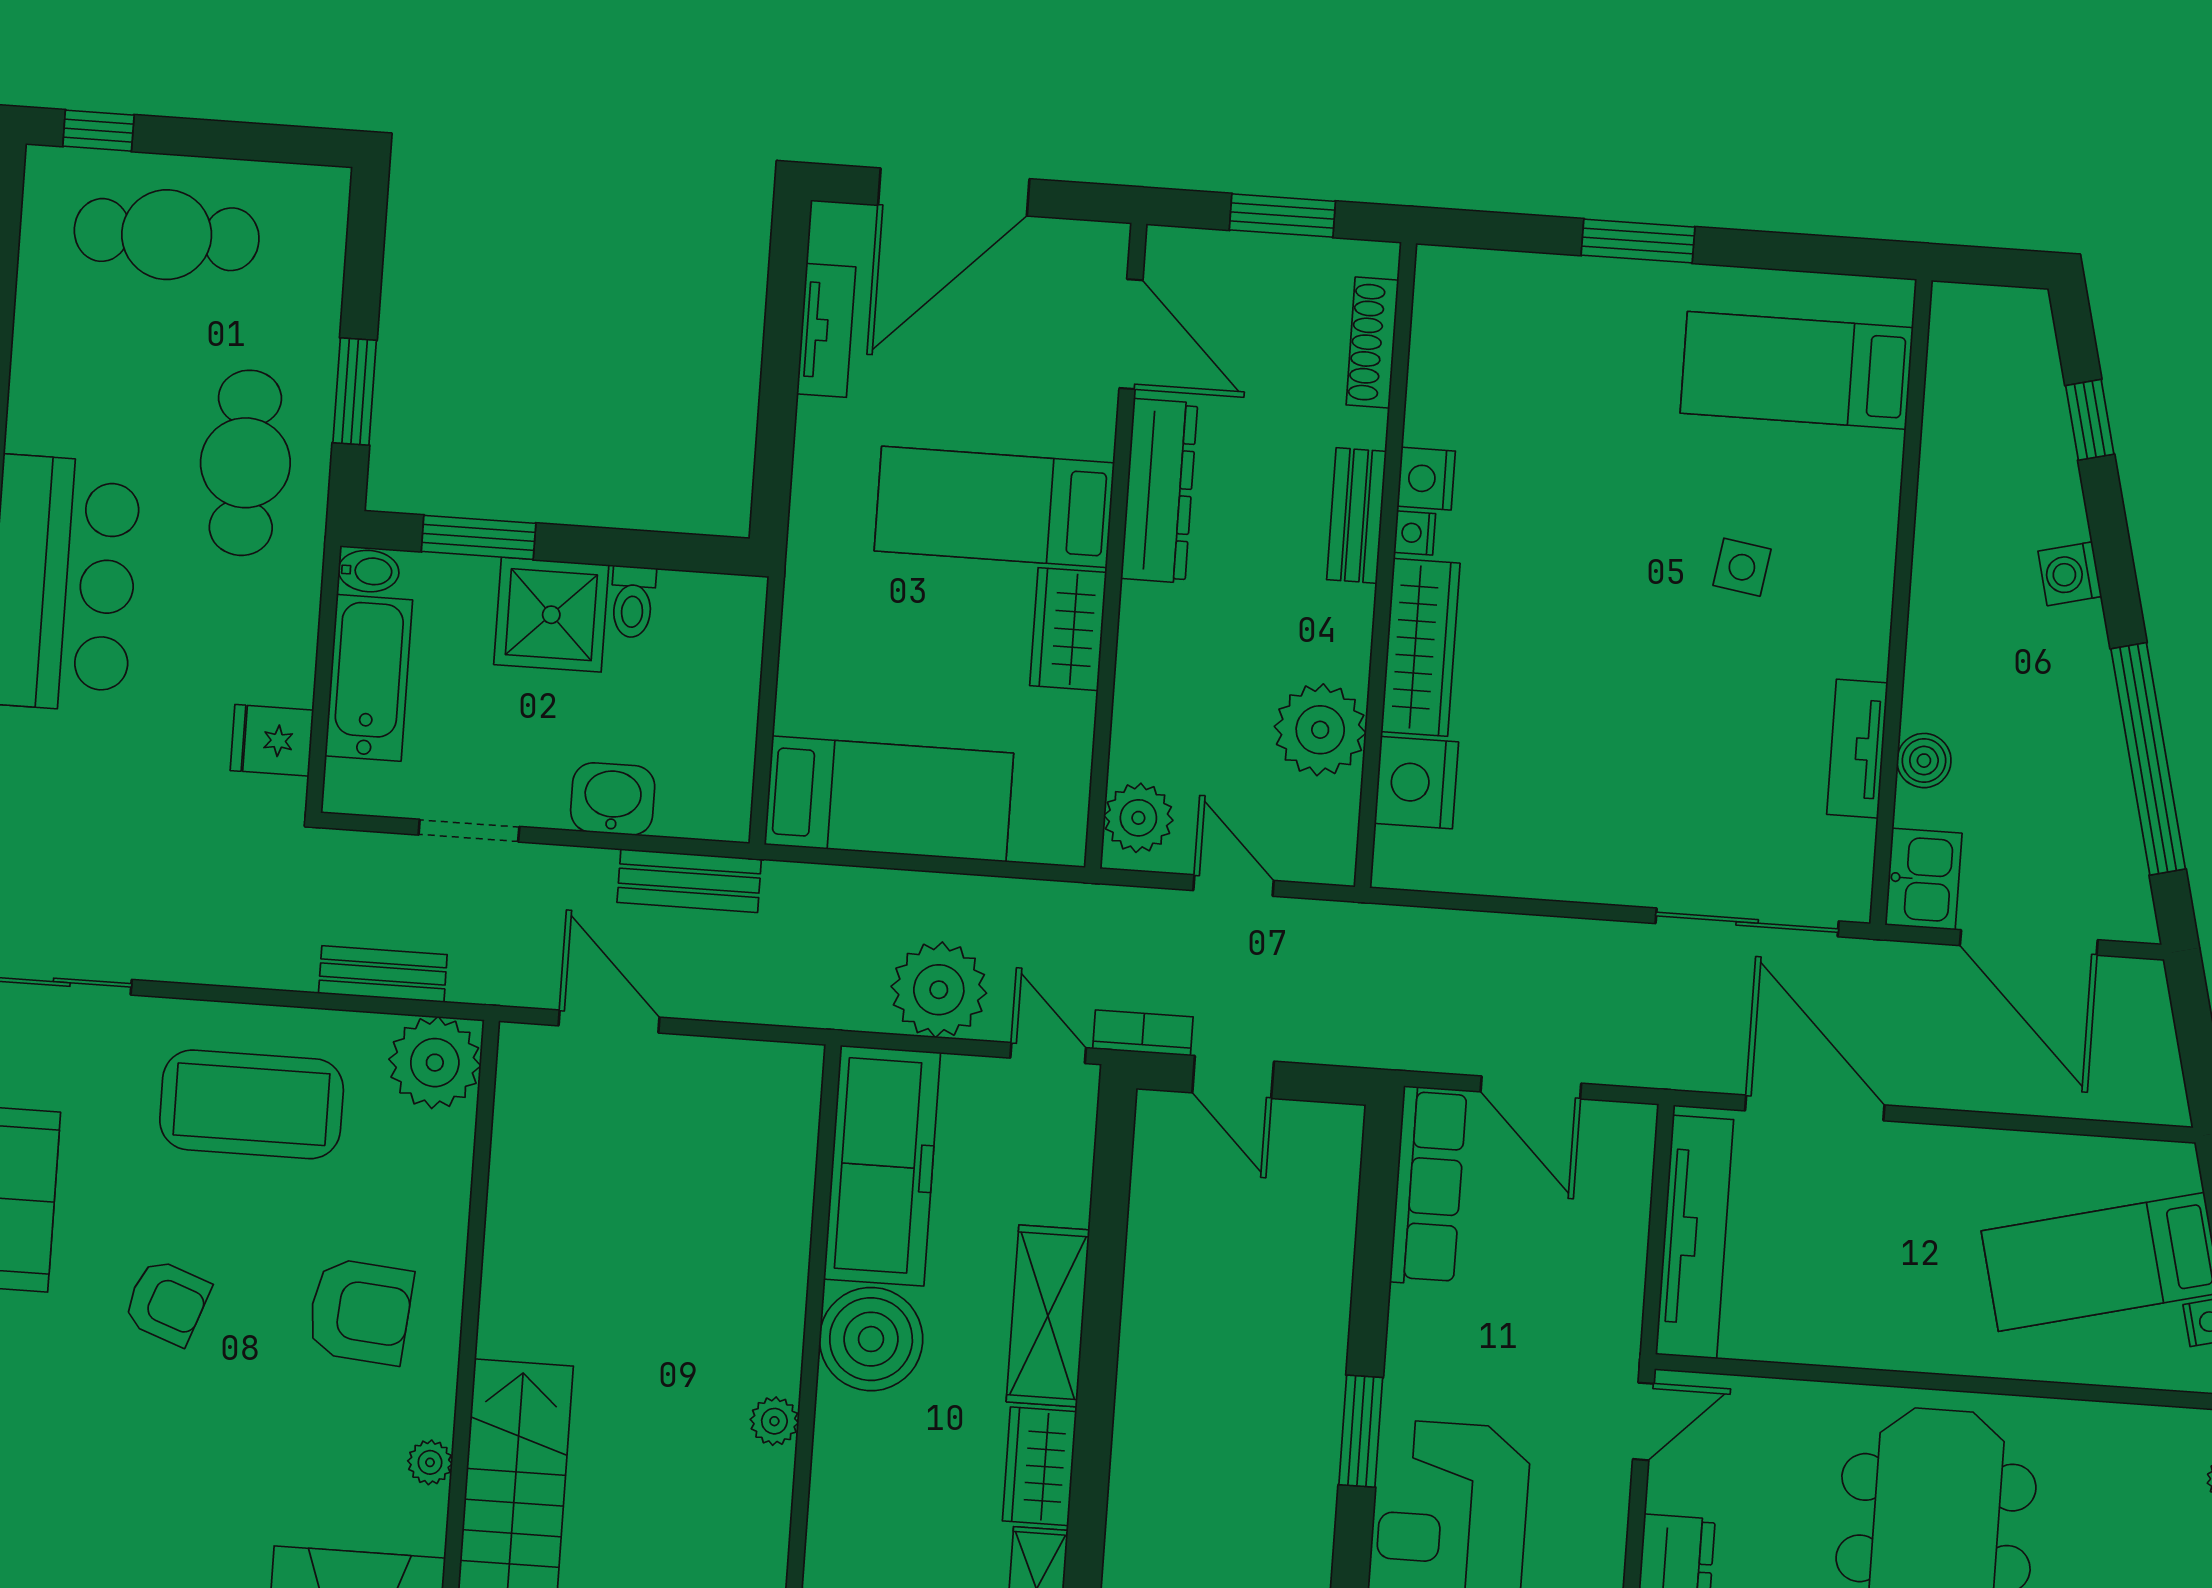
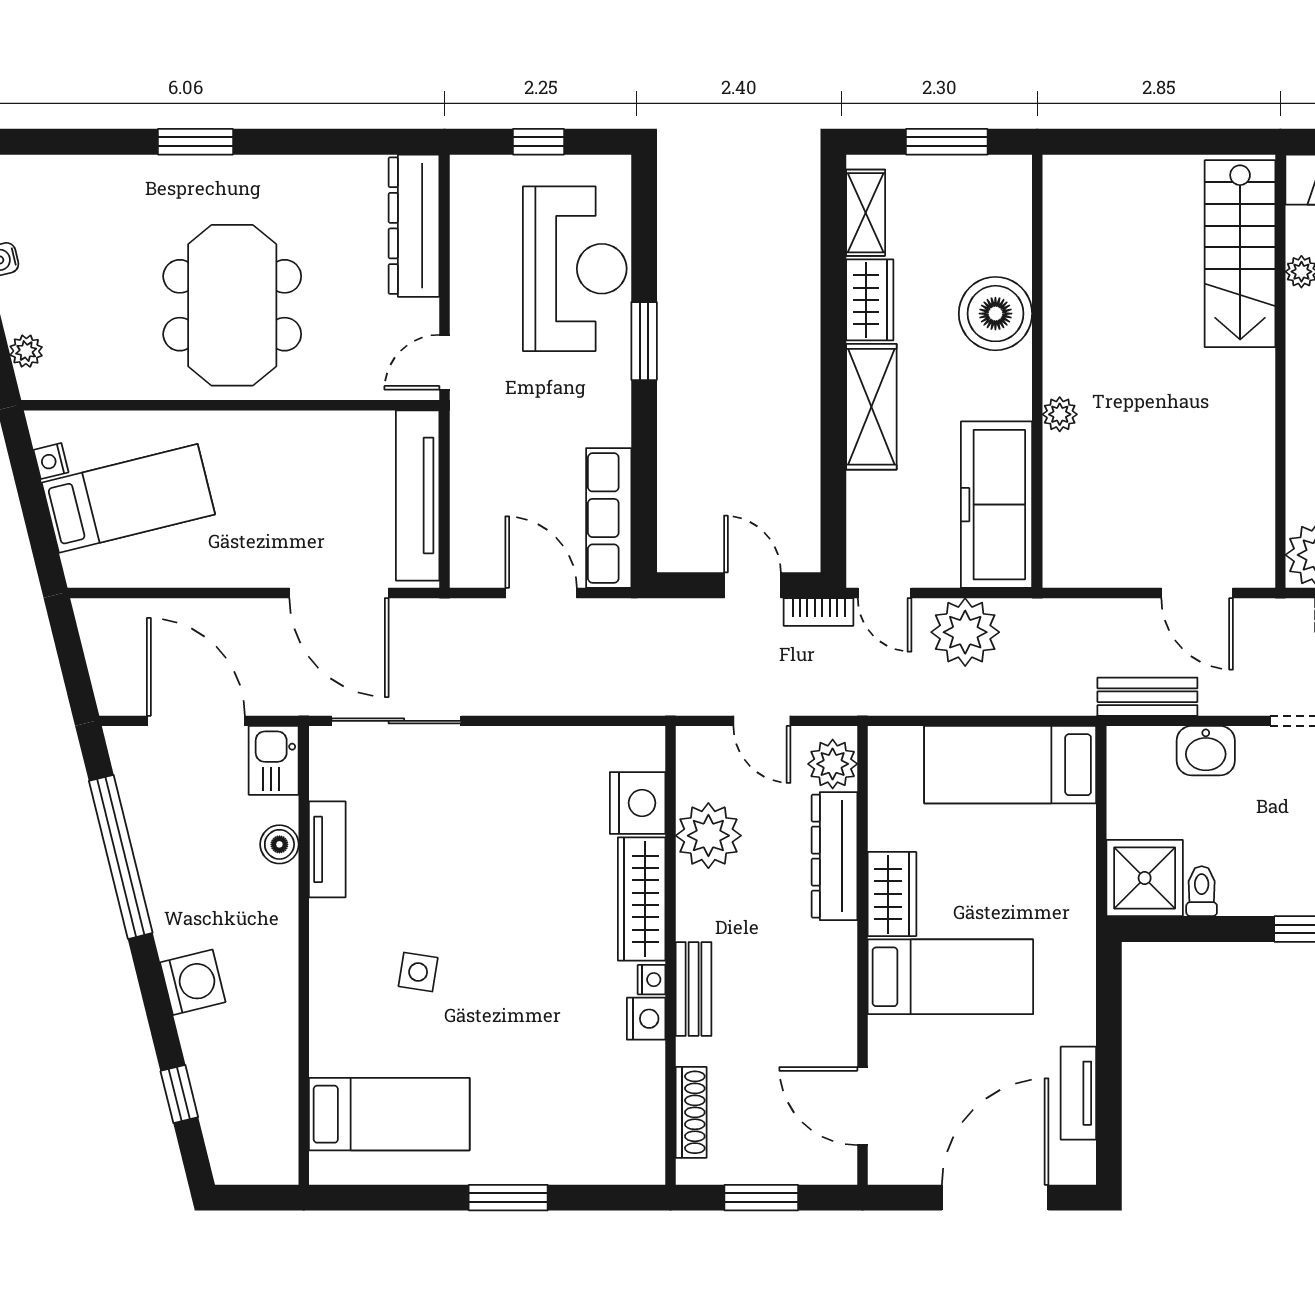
dresser: (1159, 491) -> (834, 856), moved
washing machine: (2070, 574) -> (193, 982), width x1.38, depth x1.38
shower: (551, 615) -> (1145, 878), moved
boiler: (871, 1339) -> (995, 314), moved
plant: (774, 1421) -> (1060, 414), moved

